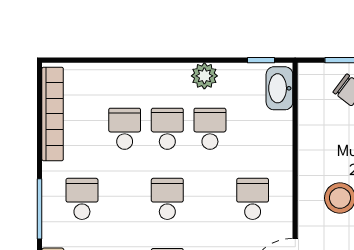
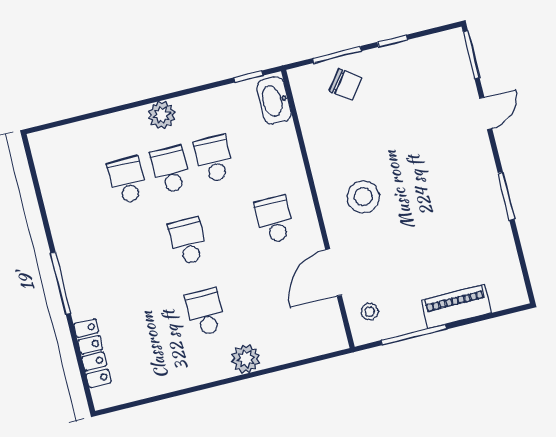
plant: (204, 76) -> (162, 115), moved
bookcase: (53, 114) -> (50, 184), removed
school desk: (82, 199) -> (101, 262), removed

